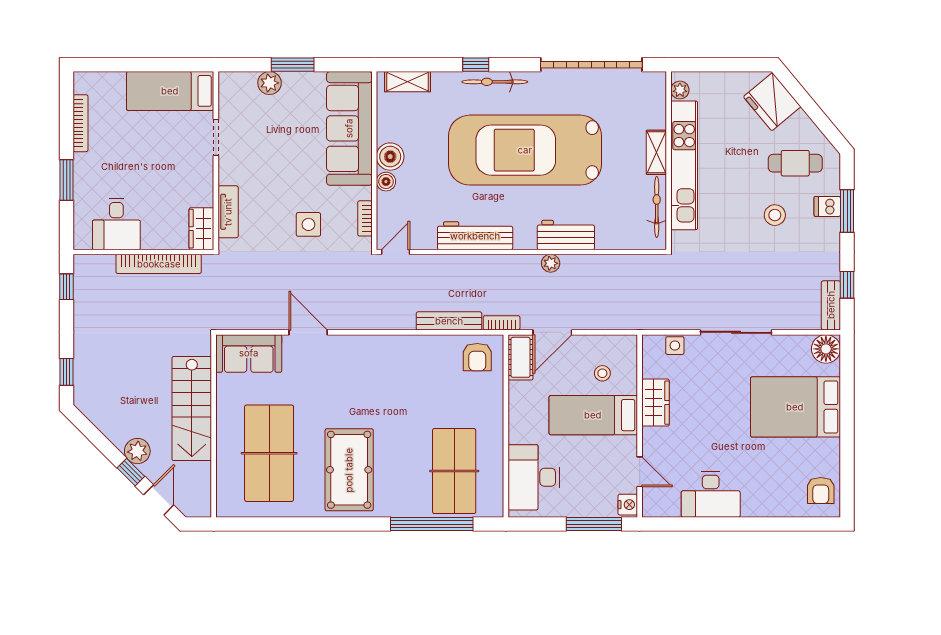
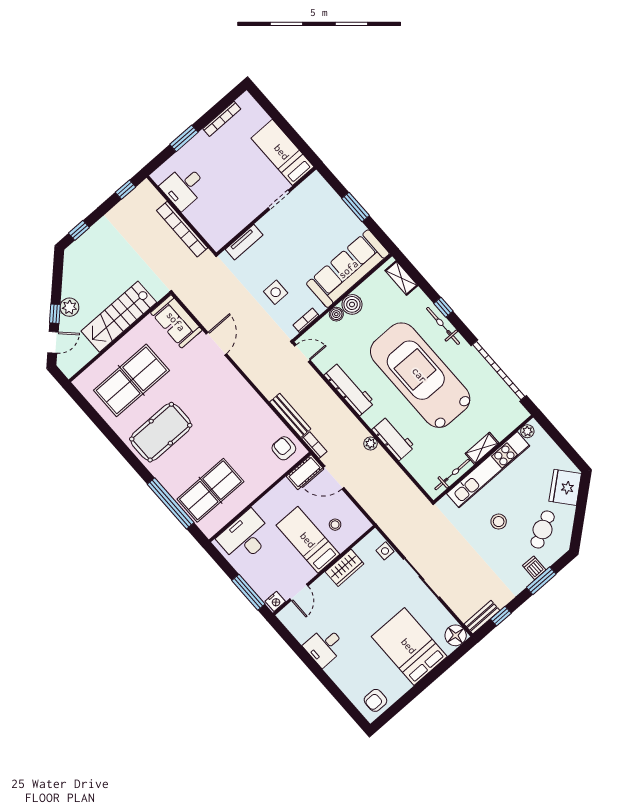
plant: (270, 83) -> (334, 203), removed
cafe table: (795, 163) -> (543, 529), turned 63
stool: (775, 215) -> (499, 522), moved
wardrobe: (201, 229) -> (222, 236), removed
armchair: (477, 357) -> (284, 448), turned 90
desk: (711, 494) -> (324, 646), width x0.73

